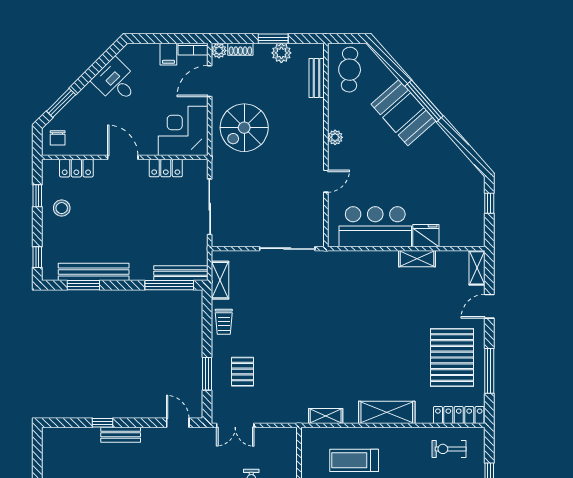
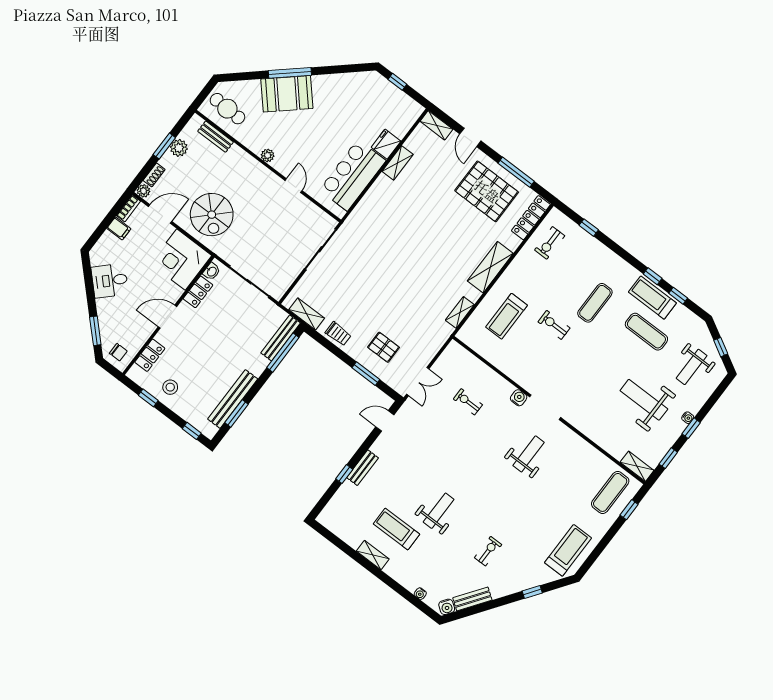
door: (210, 81) -> (160, 214), swing flipped
washbasin: (193, 166) -> (212, 271), added

